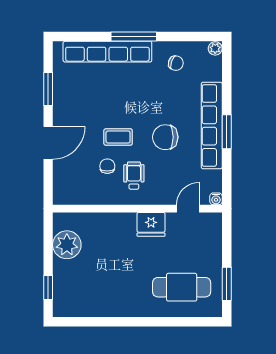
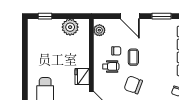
chair: (165, 137) -> (133, 85), turned -70
plant: (72, 195) -> (99, 30), added

